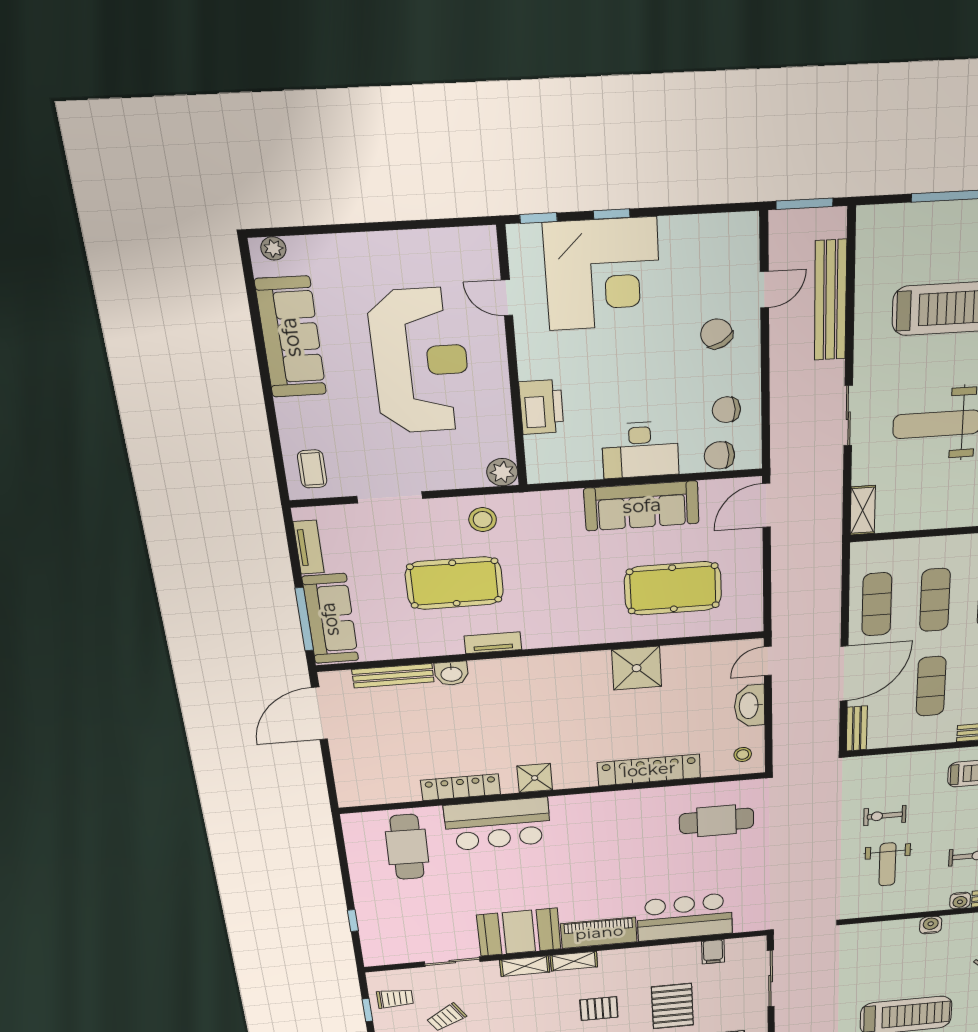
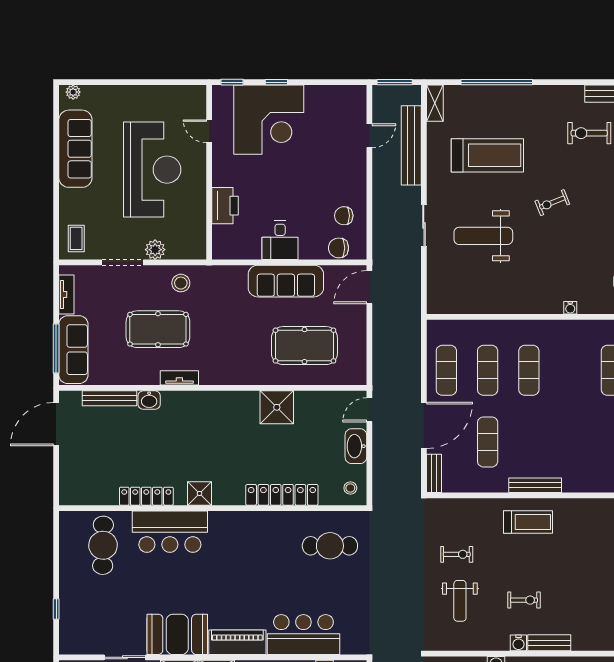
chair: (717, 334) -> (339, 163), removed
desk: (640, 450) -> (280, 240), width x0.73
plant: (502, 472) -> (155, 250), moved
shelving: (863, 510) -> (435, 103), moved
exercise bike: (885, 816) -> (457, 554), turned 180

